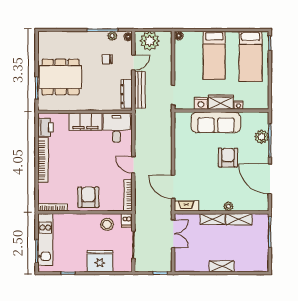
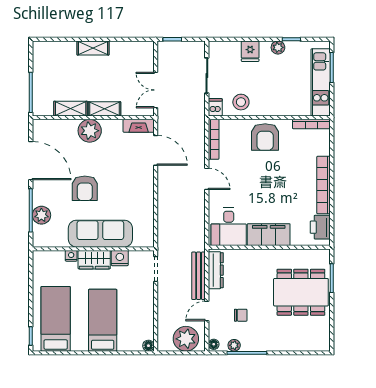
plant: (228, 206) -> (90, 131), width x1.88, depth x1.88
fridge: (100, 261) -> (250, 51), width x0.53, depth x0.75
plant: (78, 267) -> (278, 47), added

